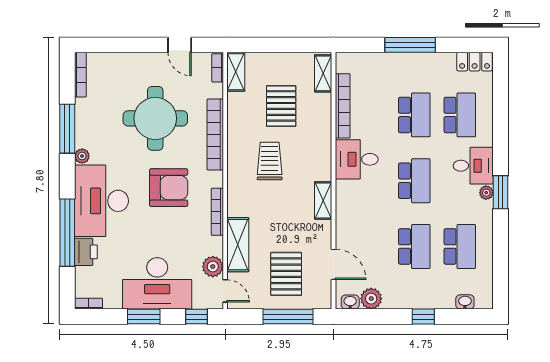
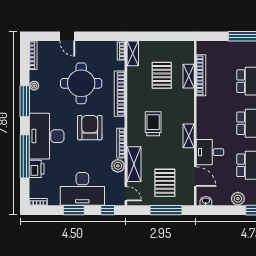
door: (180, 45) -> (67, 36), moved
shelving: (323, 73) -> (189, 76), moved
window: (67, 129) -> (25, 101), moved
plant: (82, 156) -> (34, 86), moved
desk: (357, 159) -> (210, 152), moved
trolley: (270, 161) -> (153, 124), moved
armchair: (169, 188) -> (90, 128), turned -90
plant: (213, 267) -> (118, 166), moved
plant: (371, 299) -> (238, 199), moved

